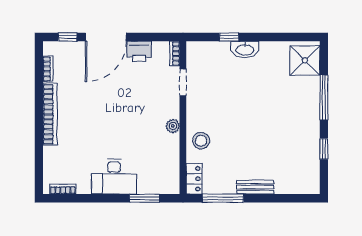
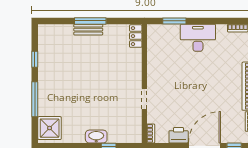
doorway: (183, 82) -> (144, 99), moved
plant: (173, 126) -> (152, 77), removed
stool: (201, 141) -> (130, 66), removed
window: (223, 198) -> (90, 21), moved

